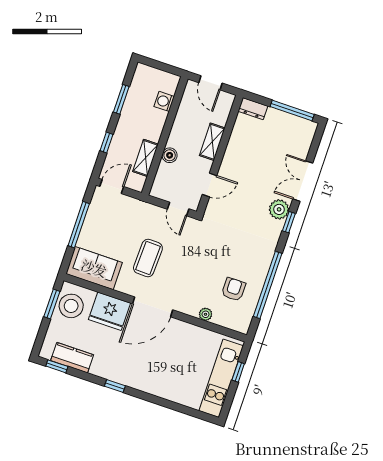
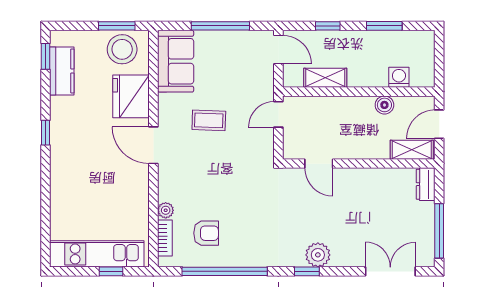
shelving: (212, 142) -> (412, 150), moved
boiler: (170, 155) -> (384, 105), moved
double door: (303, 181) -> (390, 271), moved
door: (178, 209) -> (278, 114), moved
coffee table: (148, 258) -> (209, 120), width x0.73, depth x0.77
door: (153, 307) -> (153, 145), width x0.73
bookcase: (227, 322) -> (165, 238), added

